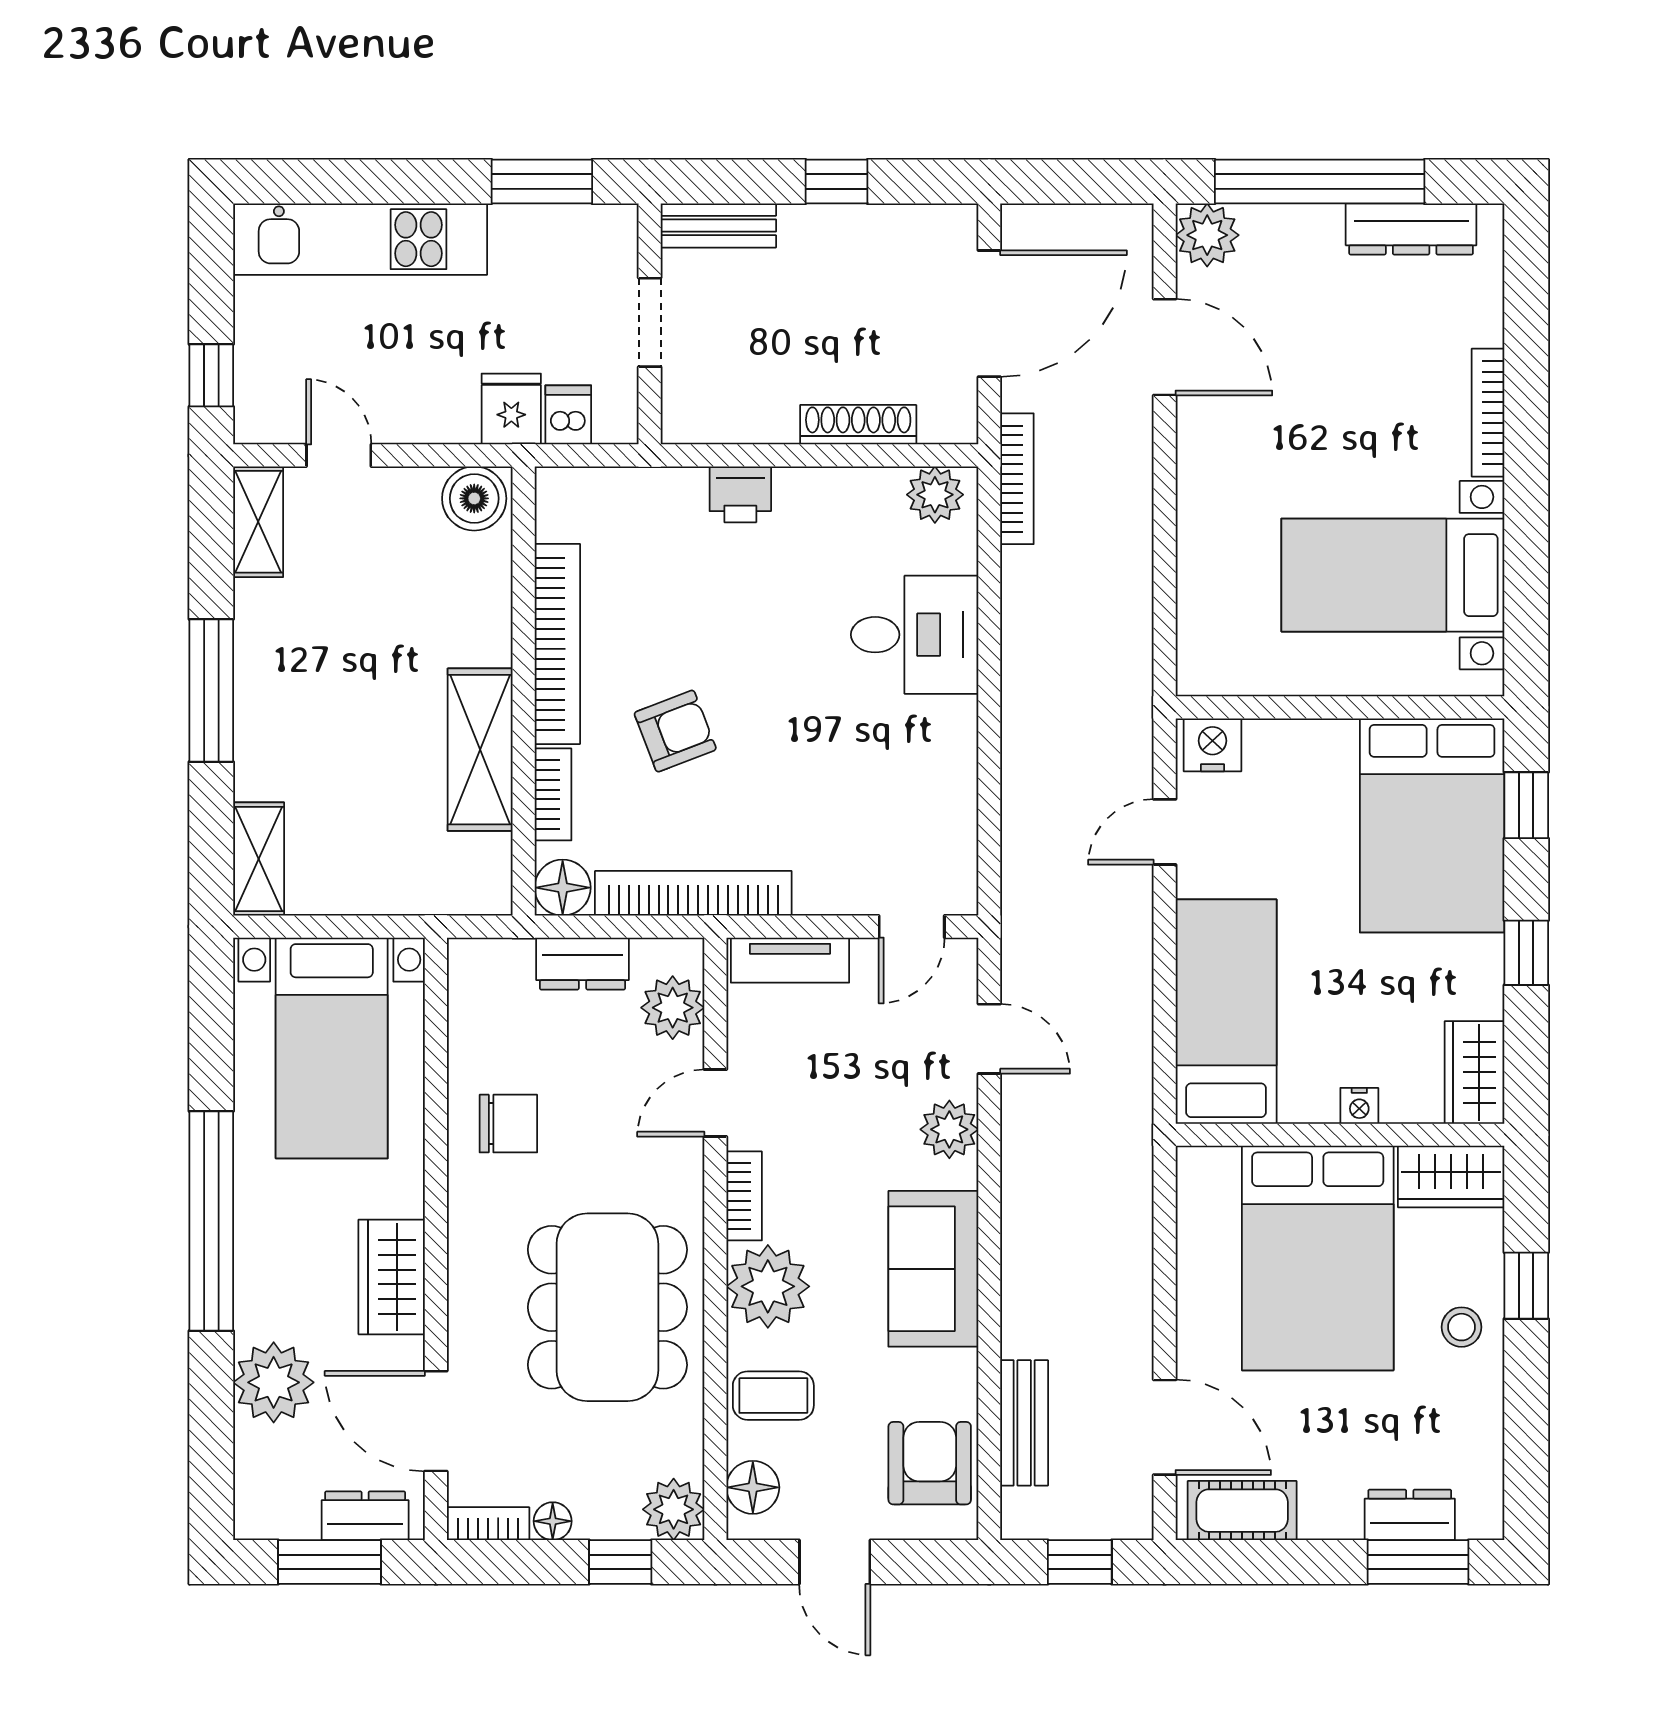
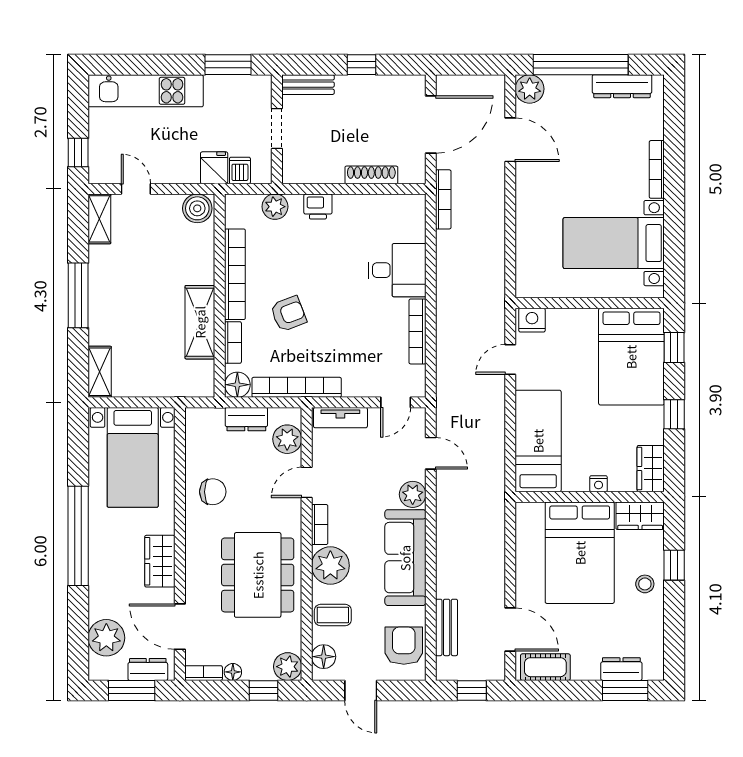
plant: (935, 495) -> (275, 207), moved
bookcase: (960, 770) -> (417, 331), added
sofa: (933, 1269) -> (405, 558), width x1.36
plant: (274, 1382) -> (106, 638), moved

